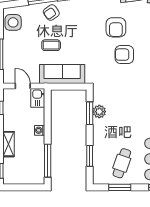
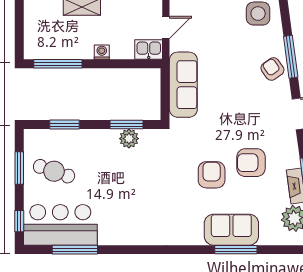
coffee table: (51, 45) -> (225, 69), removed

